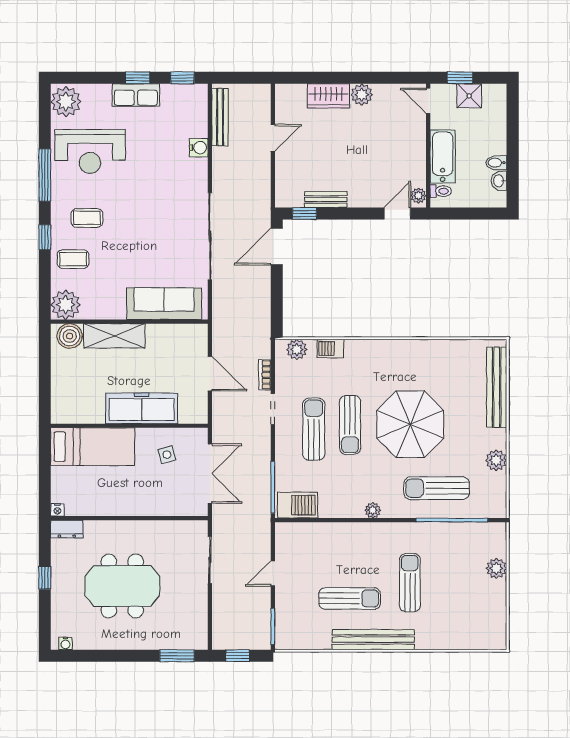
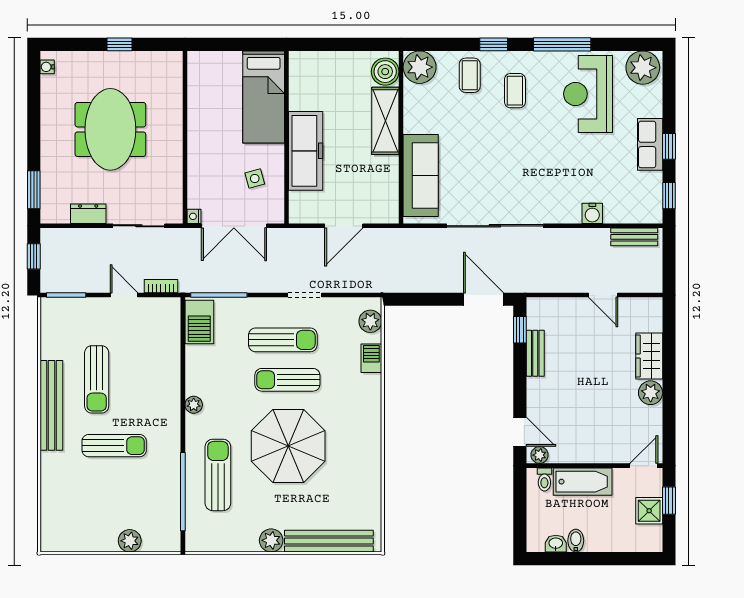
bench: (220, 117) -> (634, 237), width x0.73
bookcase: (265, 375) -> (161, 286), moved
plant: (496, 460) -> (271, 540), moved
nightstand: (57, 510) -> (194, 216), moved
dresser: (67, 529) -> (88, 214), moved, turned 90

